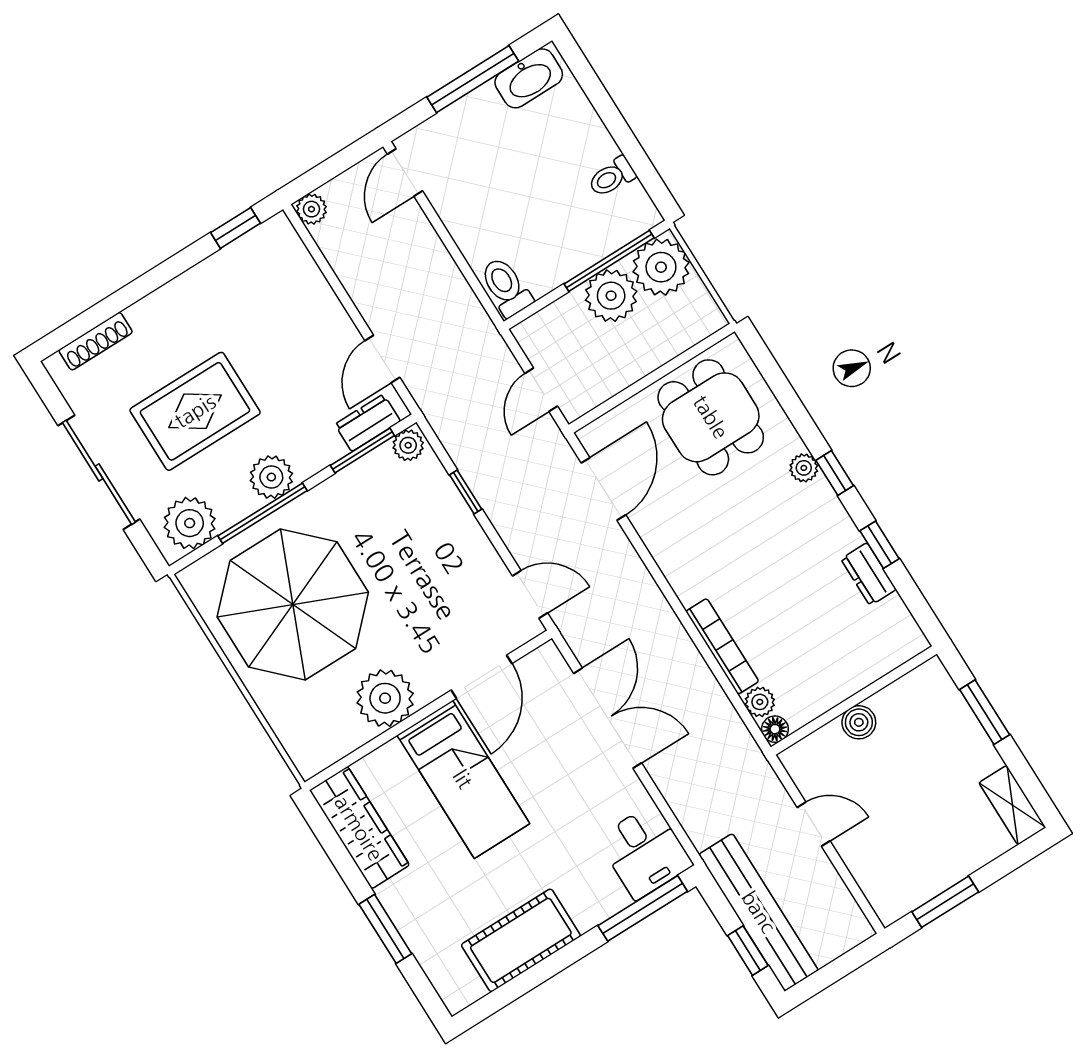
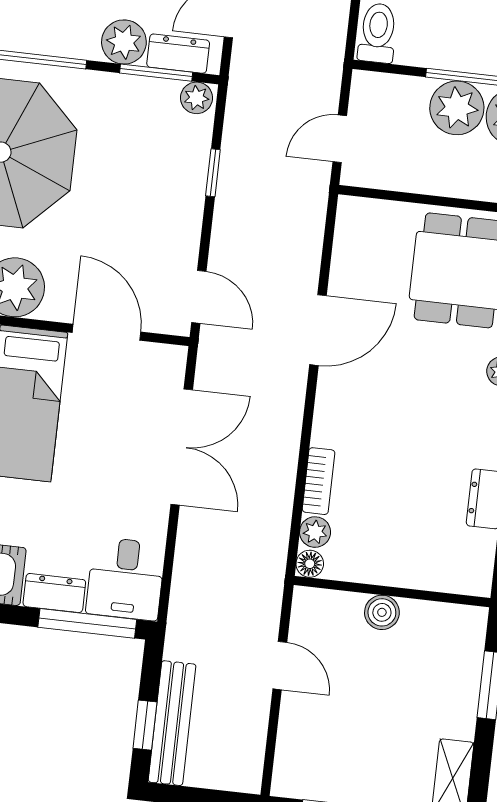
plant: (271, 477) -> (124, 42), moved
door: (603, 489) -> (318, 330), moved
bookcase: (722, 646) -> (319, 481), width x0.64
door: (482, 677) -> (107, 332), swing flipped
dresser: (600, 905) -> (54, 593), added
bench: (759, 912) -> (172, 723), width x0.73, depth x0.82

